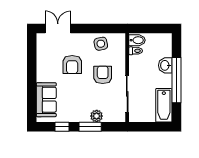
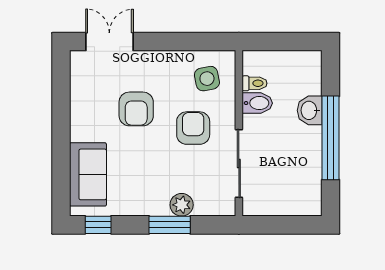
bidet: (137, 40) -> (257, 103), moved
side table: (101, 44) -> (207, 79), moved
bathtub: (164, 105) -> (307, 185), removed
window: (62, 127) -> (98, 225), moved

